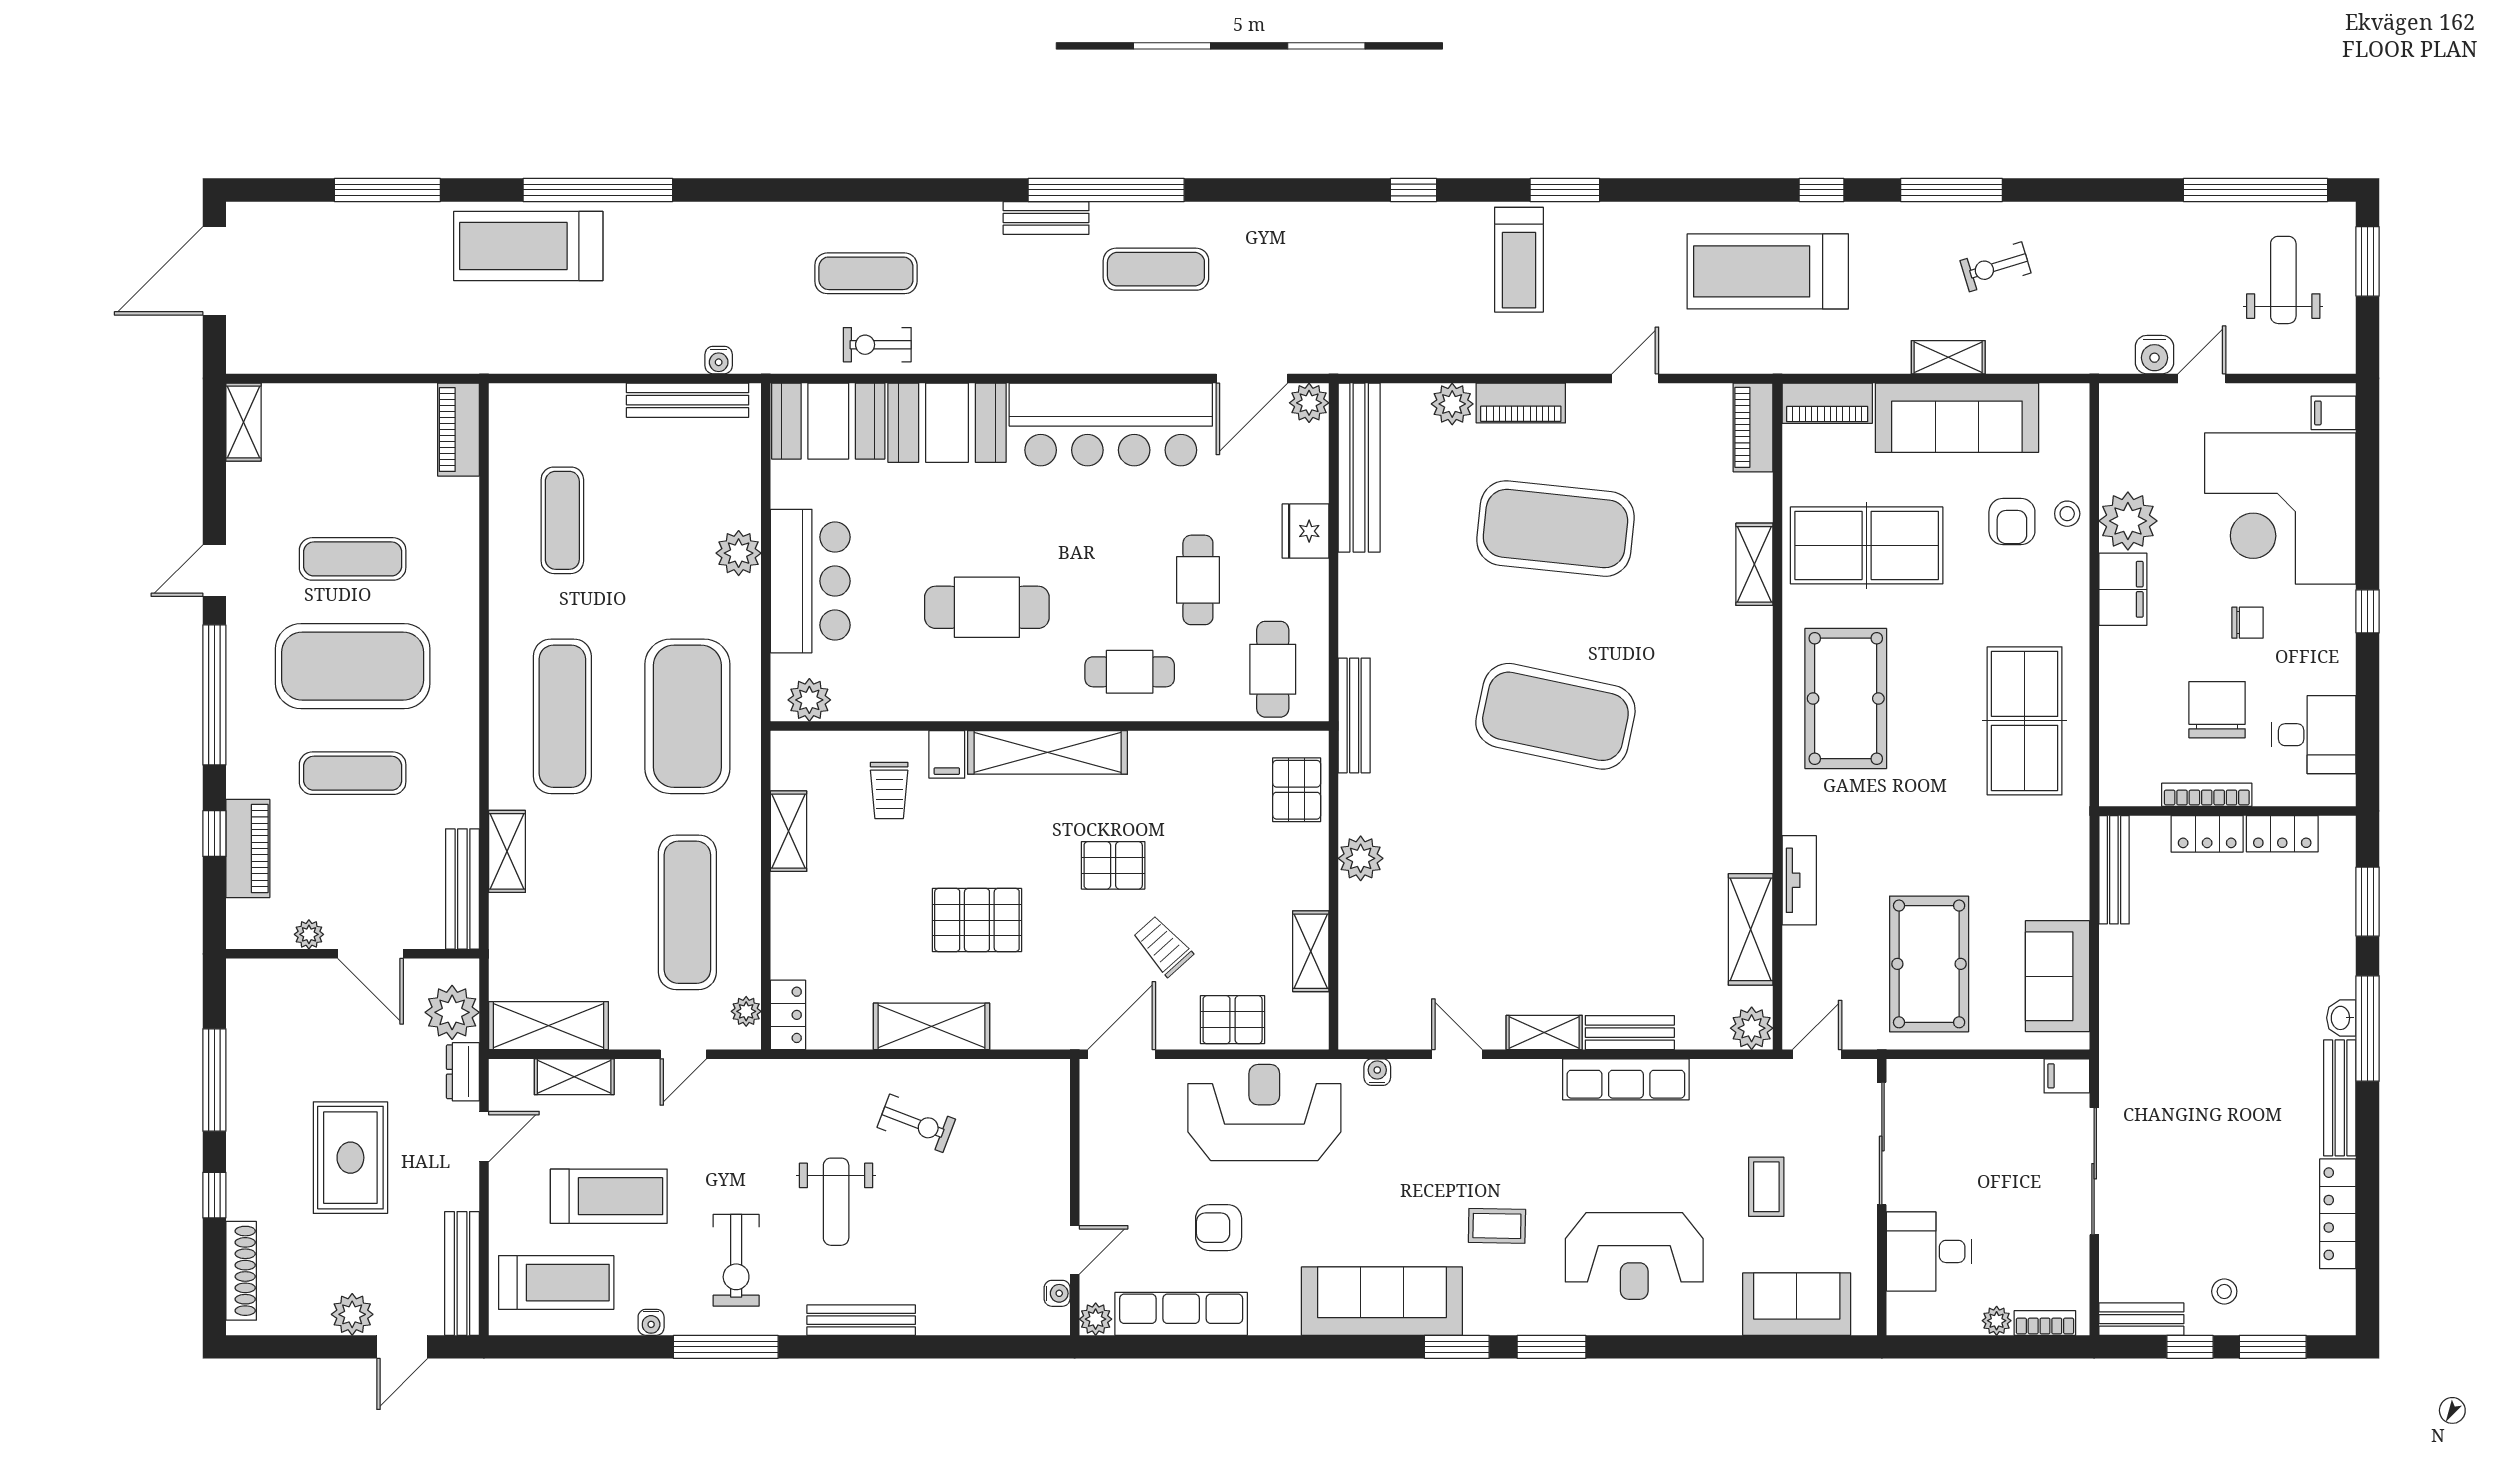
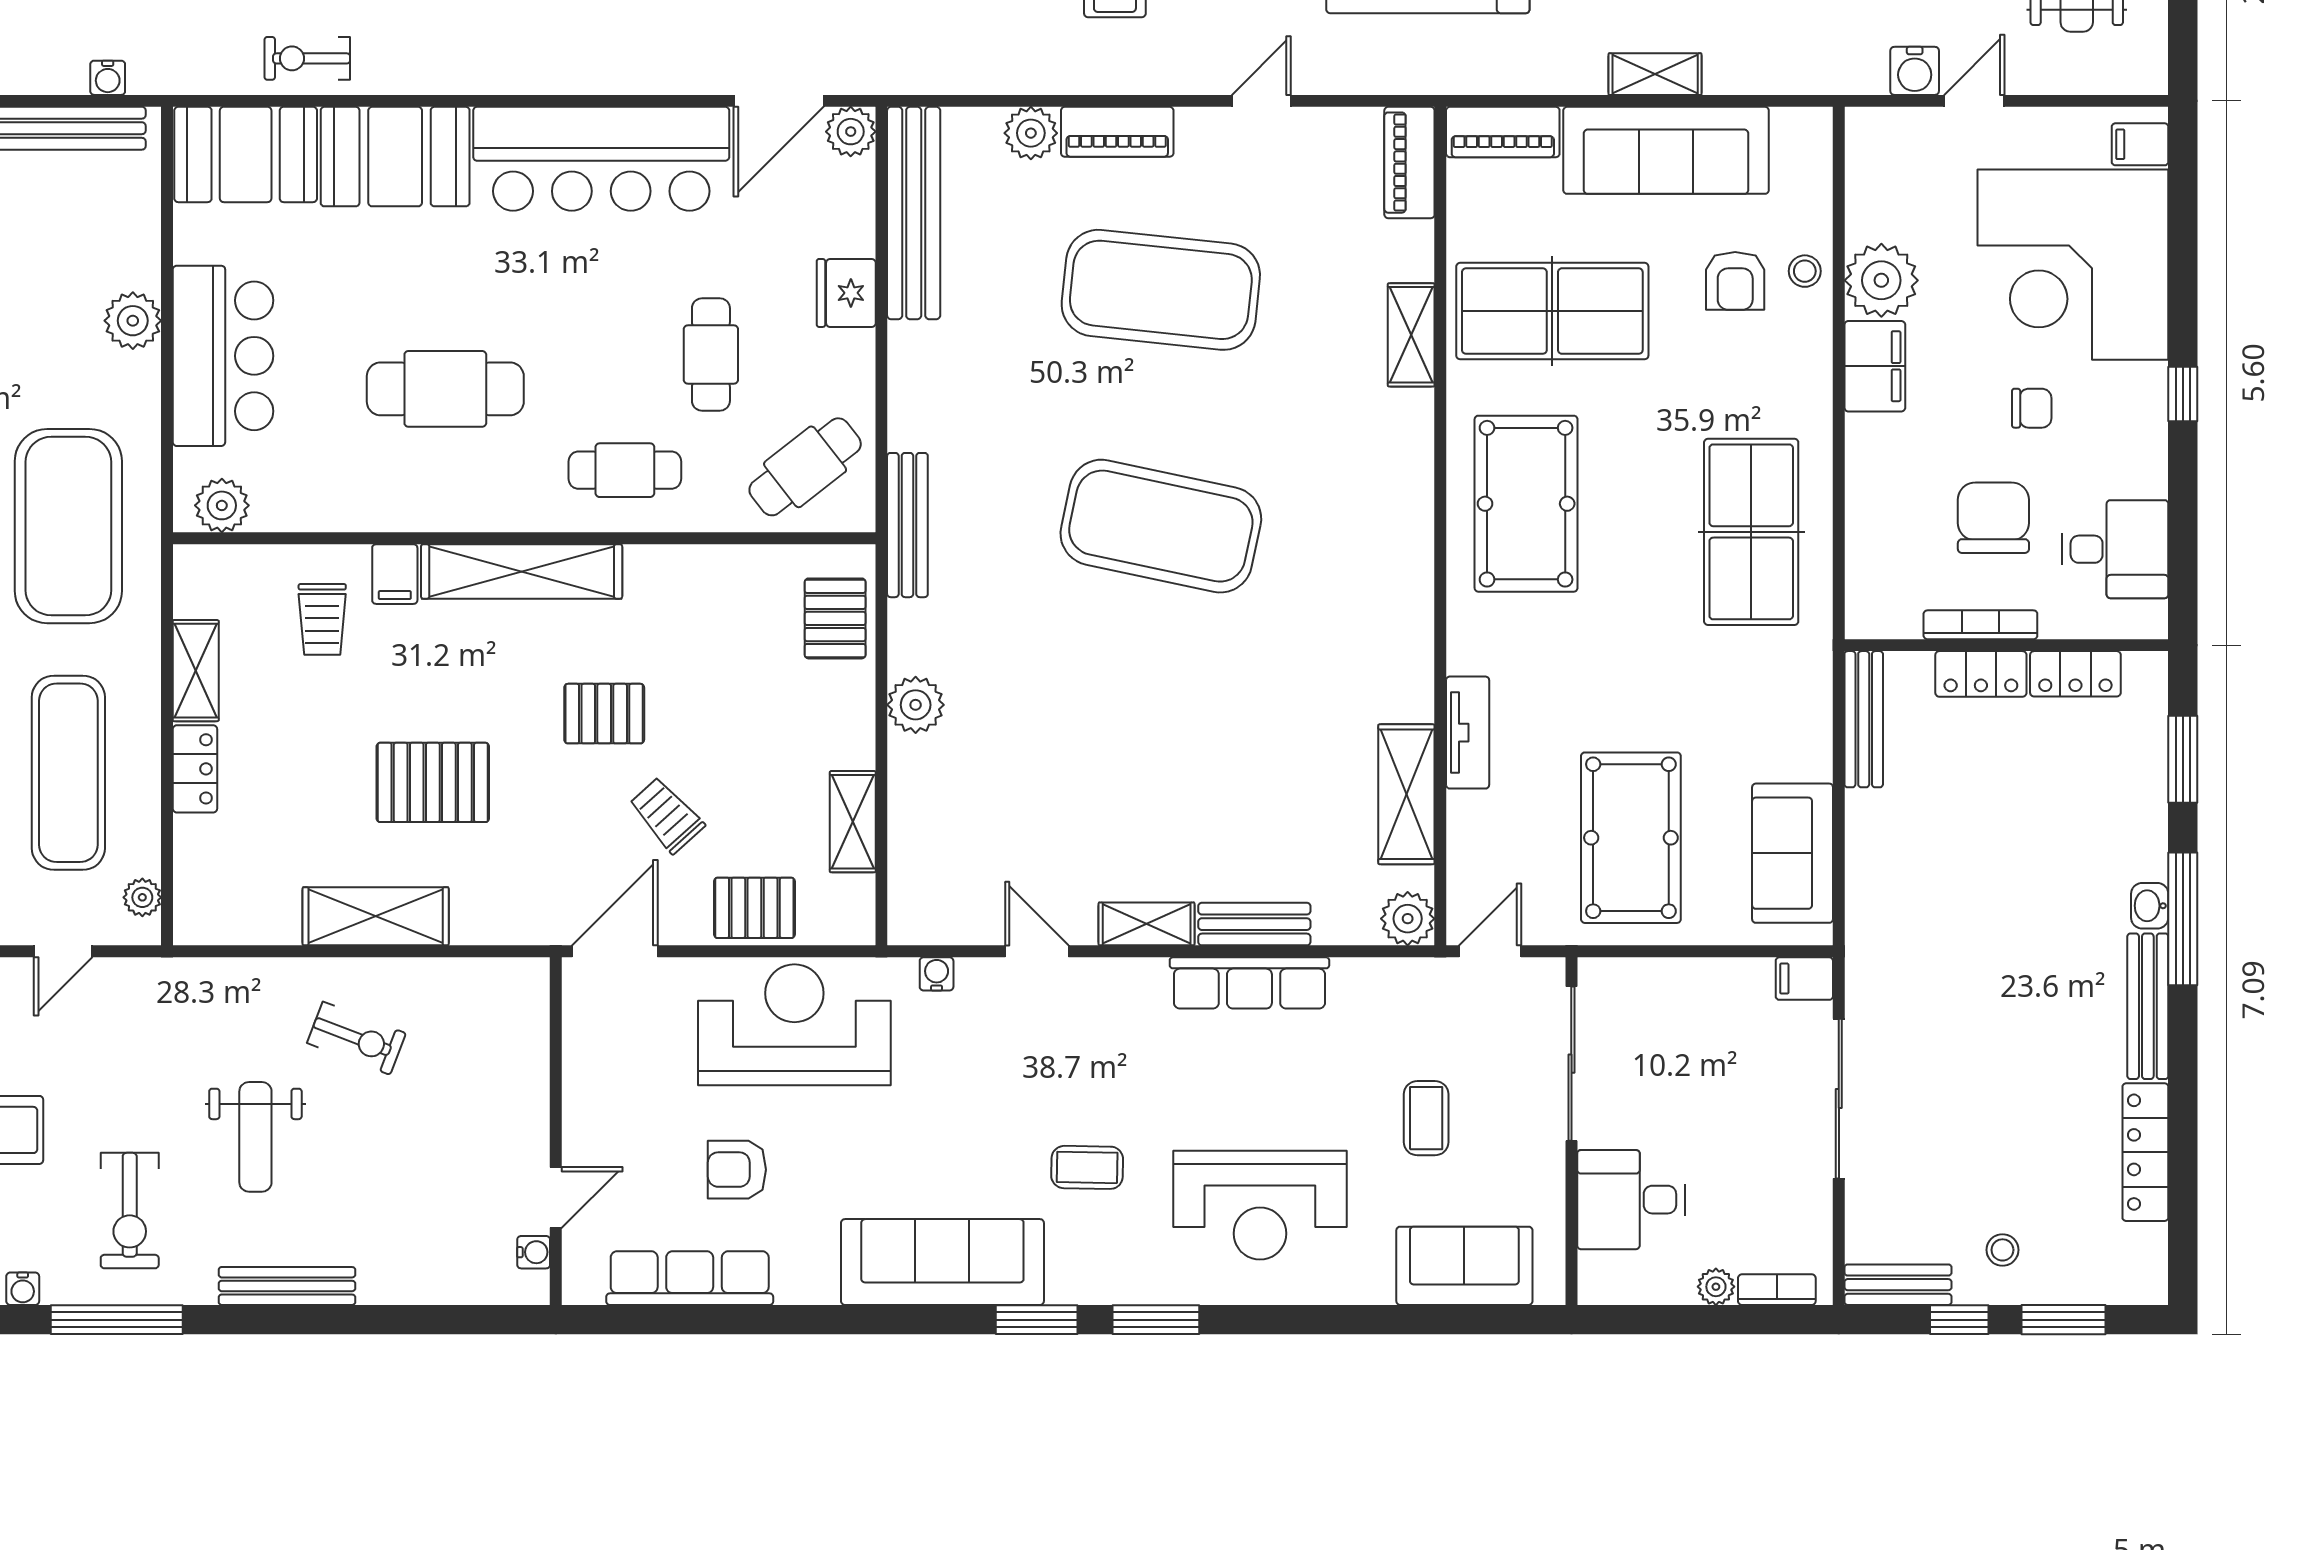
cafe table: (1273, 669) -> (805, 467), turned 52
locker: (788, 1015) -> (195, 769), moved
plant: (1096, 1319) -> (582, 1285), removed

